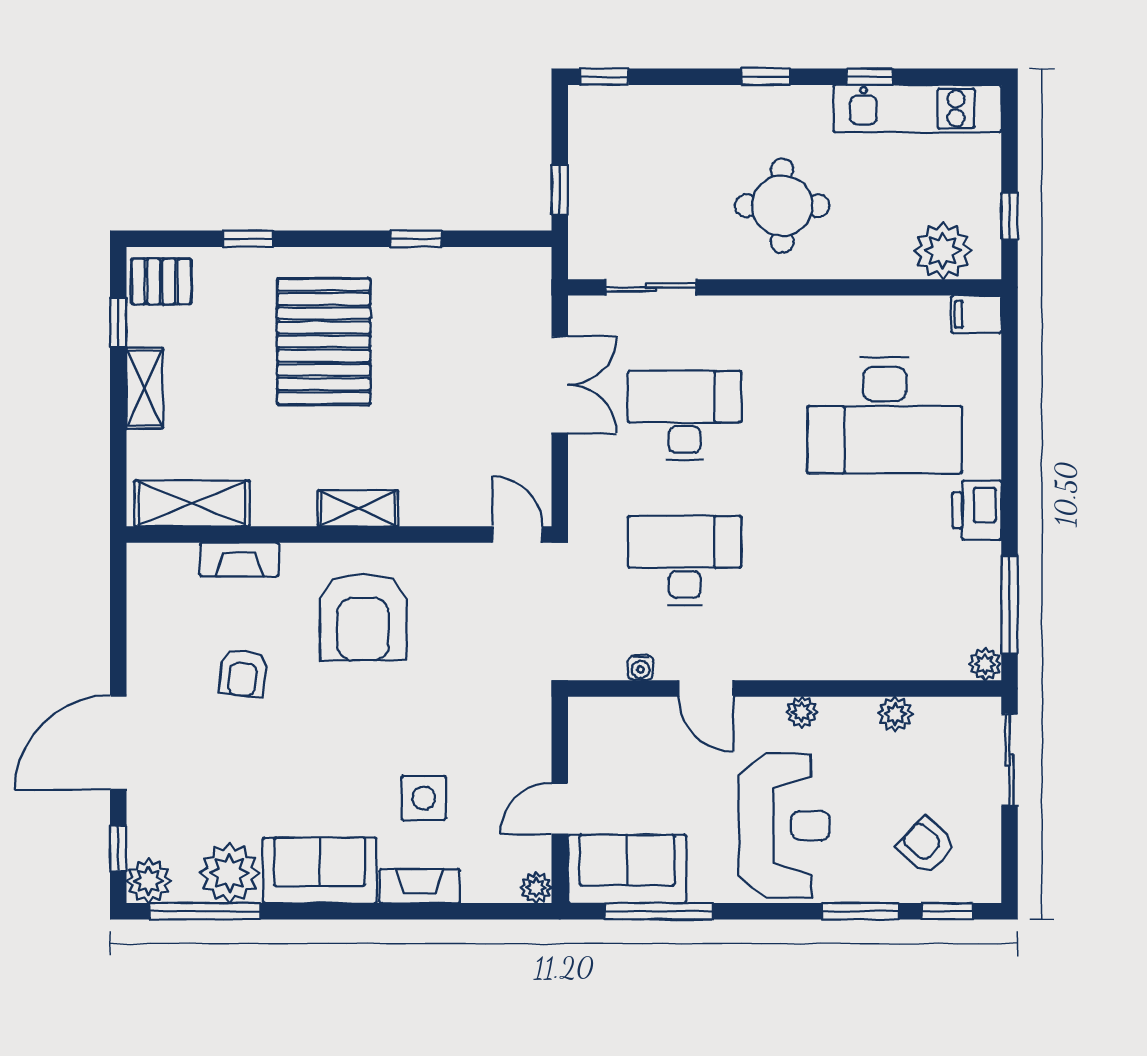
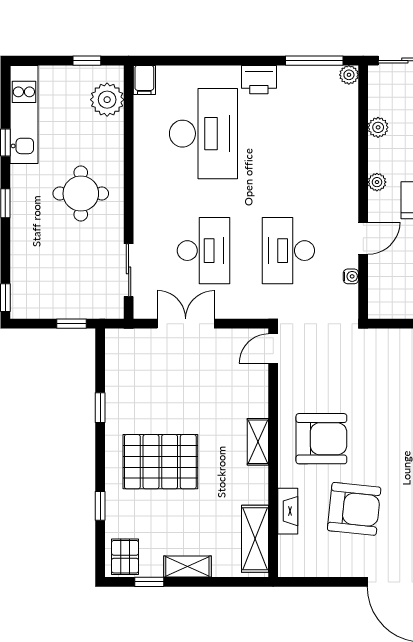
desk: (685, 415) -> (203, 251), turned 180
armchair: (243, 673) -> (354, 509), width x1.88, depth x1.88

